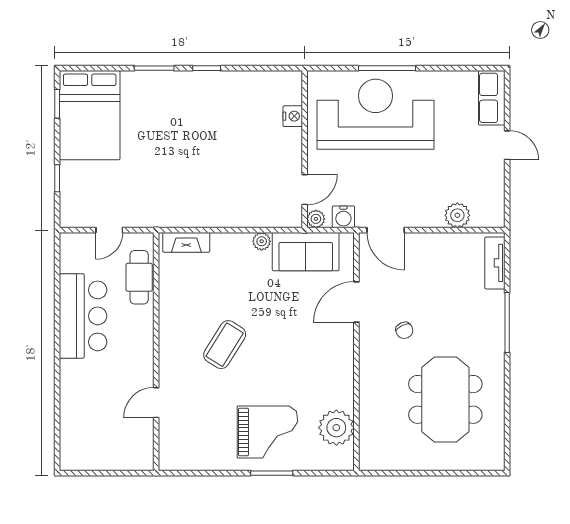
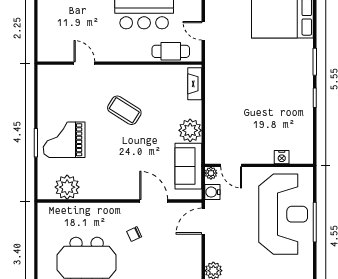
plant: (262, 241) -> (190, 130), width x1.88, depth x1.88
grand piano: (268, 432) -> (64, 140), turned 90

